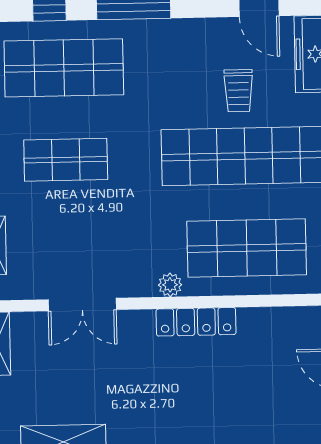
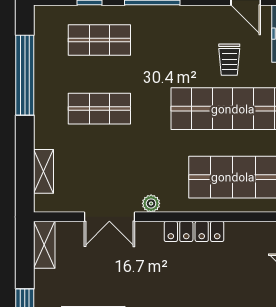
shop shelf: (64, 68) -> (99, 40), width x0.70, depth x0.74
plant: (170, 285) -> (151, 203), moved

